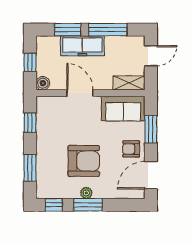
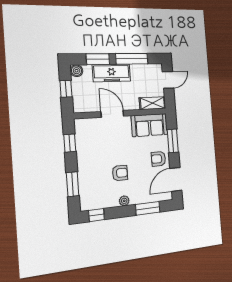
boiler: (43, 83) -> (76, 71), moved
armchair: (84, 161) -> (120, 173), width x0.53, depth x0.53
window: (88, 205) -> (148, 208), moved

